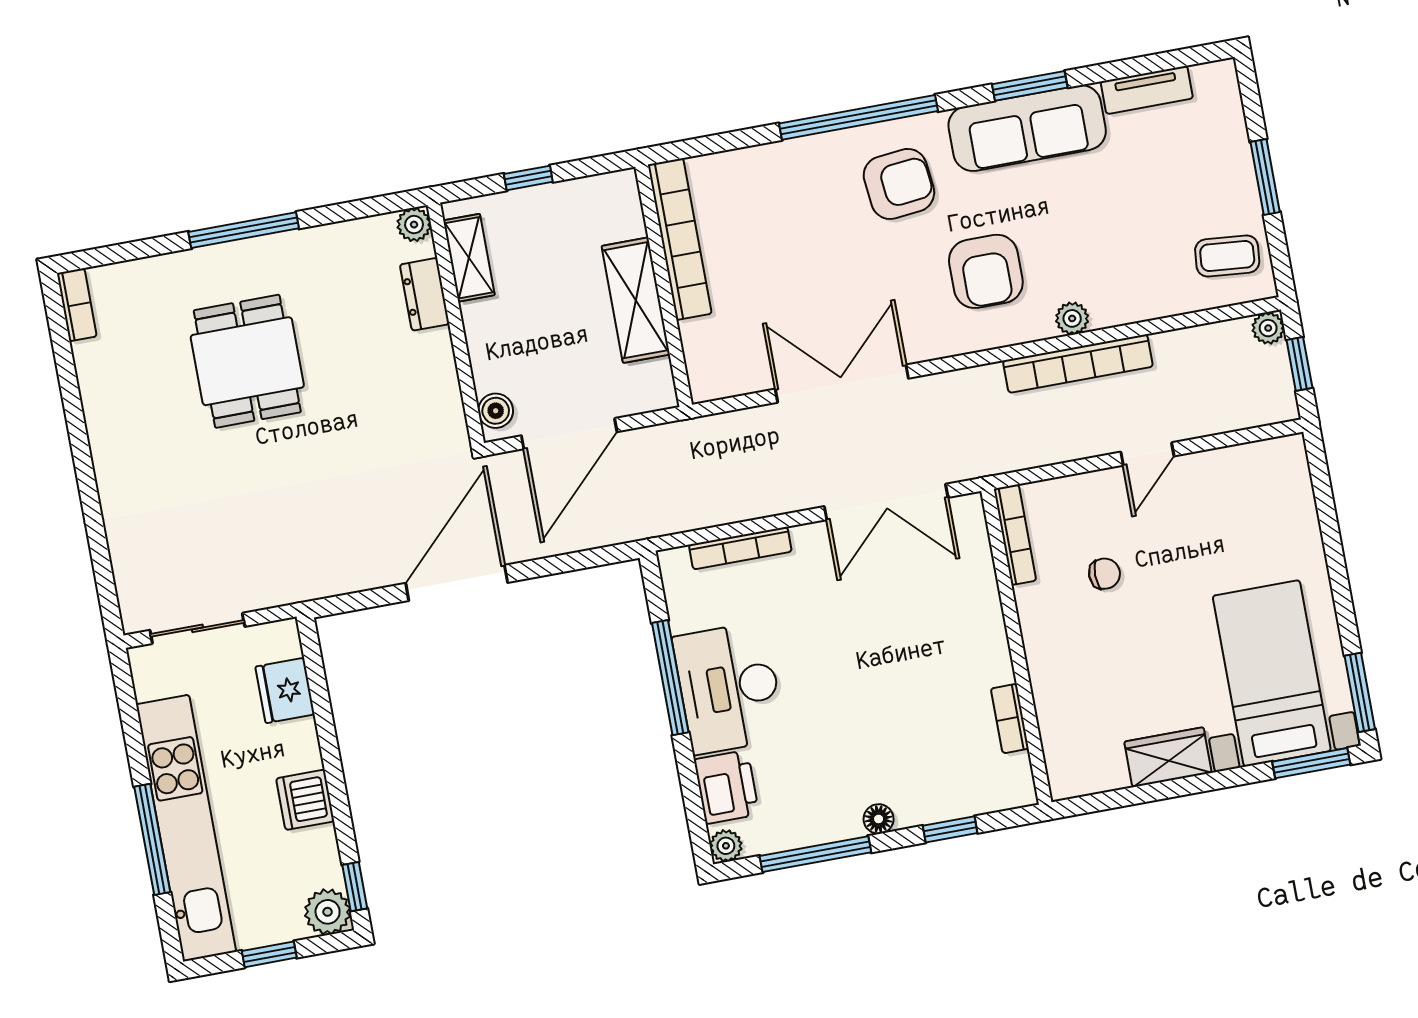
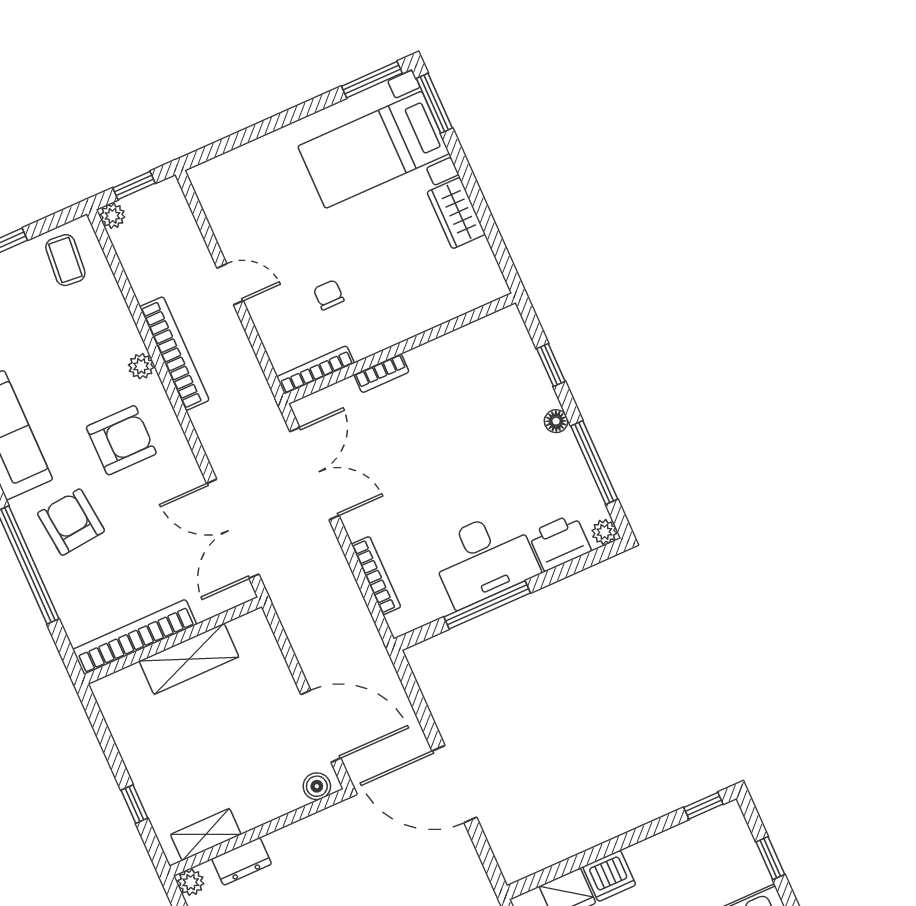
bookcase: (680, 239) -> (135, 637), moved
wall: (664, 286) -> (173, 640), moved
shelving: (636, 300) -> (189, 659), moved
bookcase: (1010, 719) -> (381, 373), moved
dishwasher: (305, 800) -> (609, 876), moved
plant: (328, 912) -> (727, 822), removed

